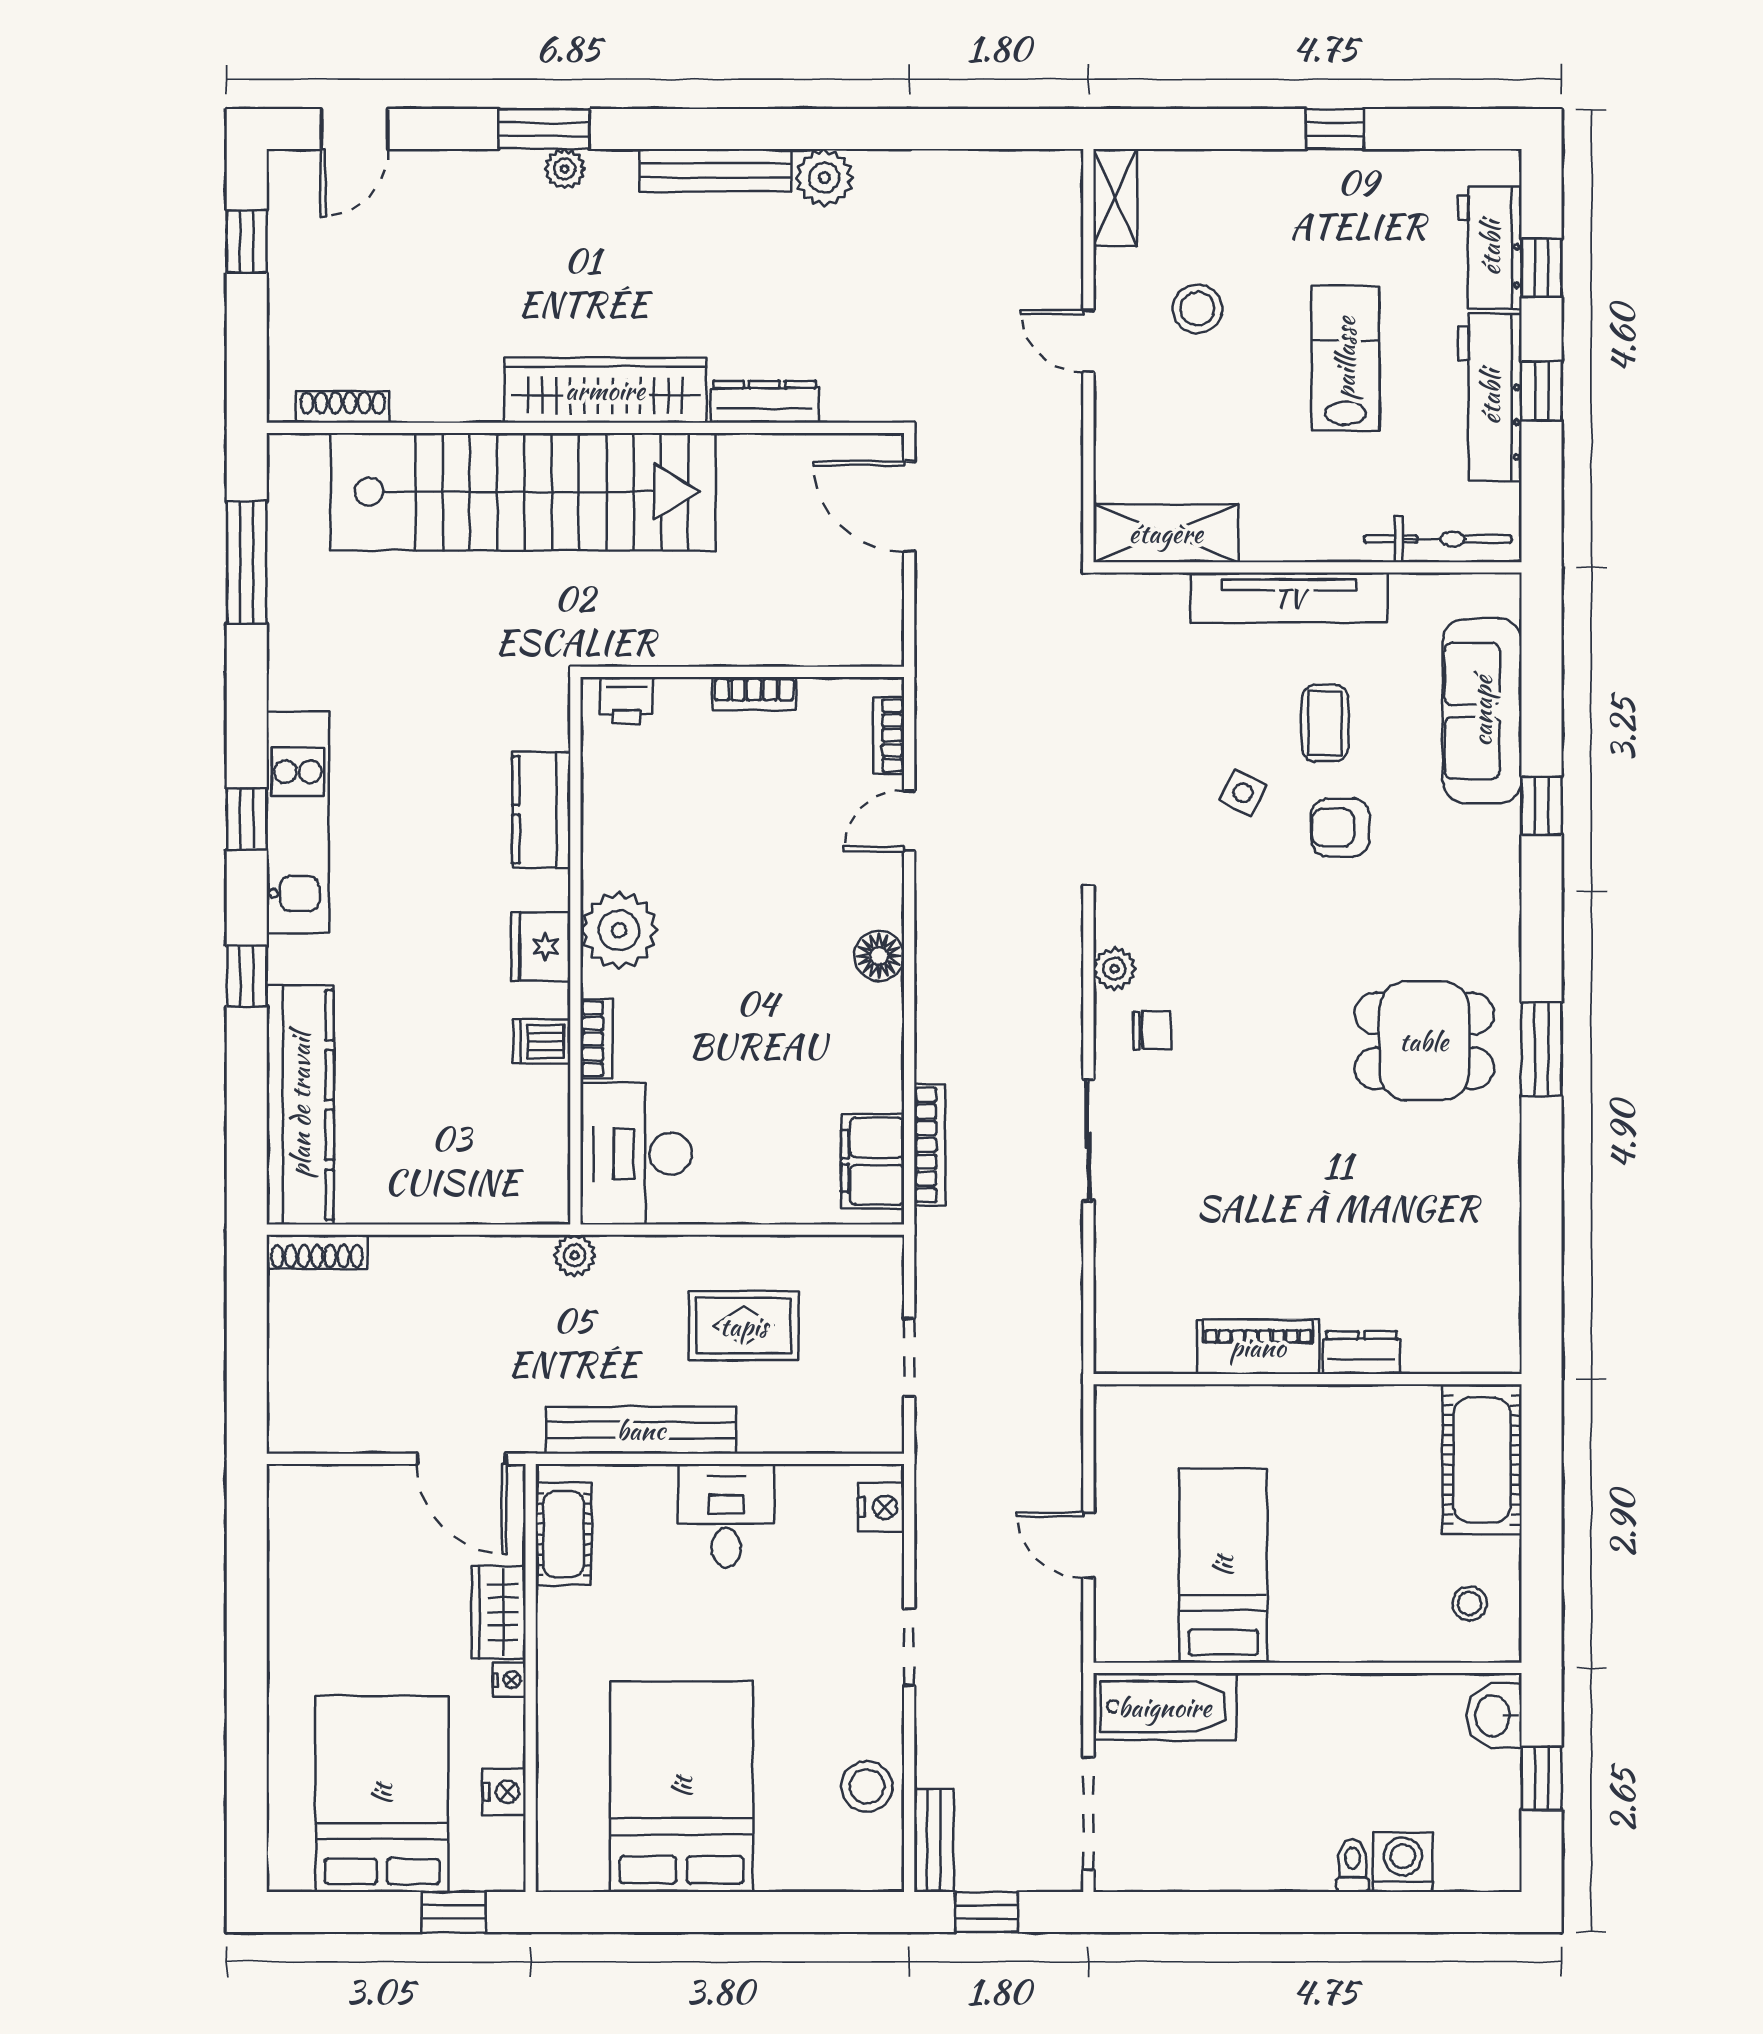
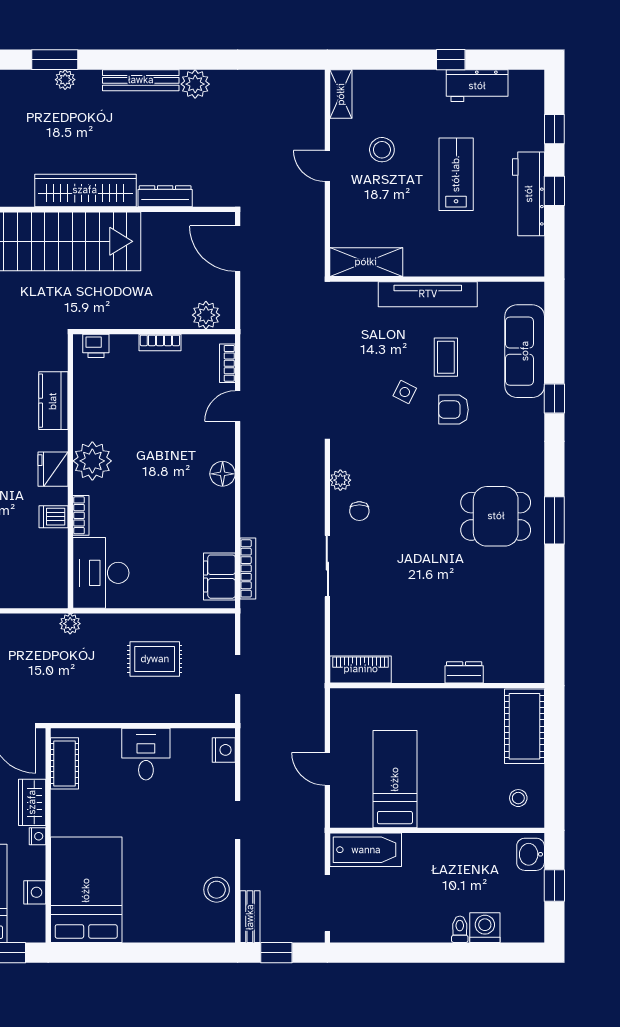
workbench: (1490, 248) -> (477, 86), moved, turned -90
bicycle: (1438, 539) -> (502, 265), removed
plant: (846, 639) -> (206, 315), added
chair: (1152, 1030) -> (359, 511), turned 90
piano: (1258, 1347) -> (361, 669), moved
bench: (641, 1430) -> (103, 711), removed
bed: (682, 1787) -> (86, 890), moved

